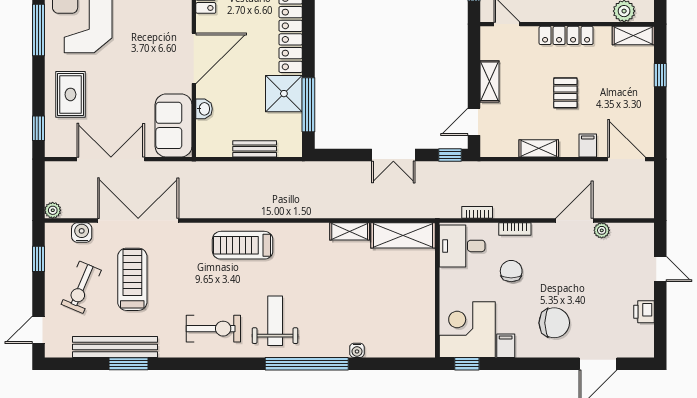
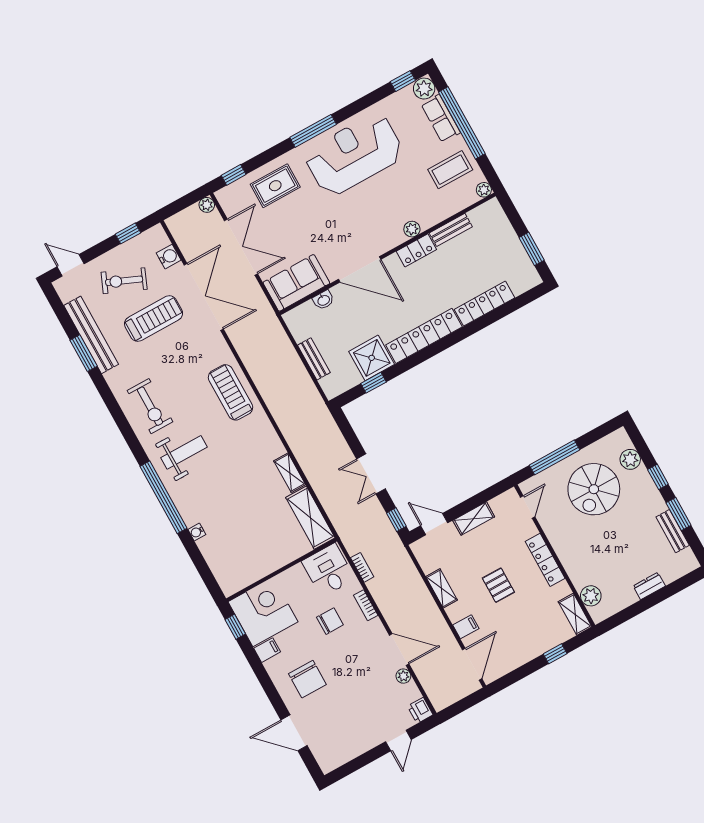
pallet: (565, 93) -> (498, 585), turned 90
window: (308, 105) -> (373, 383), width x0.46
plant: (53, 210) -> (207, 205), moved
printer: (644, 312) -> (420, 710), moved, turned -90

